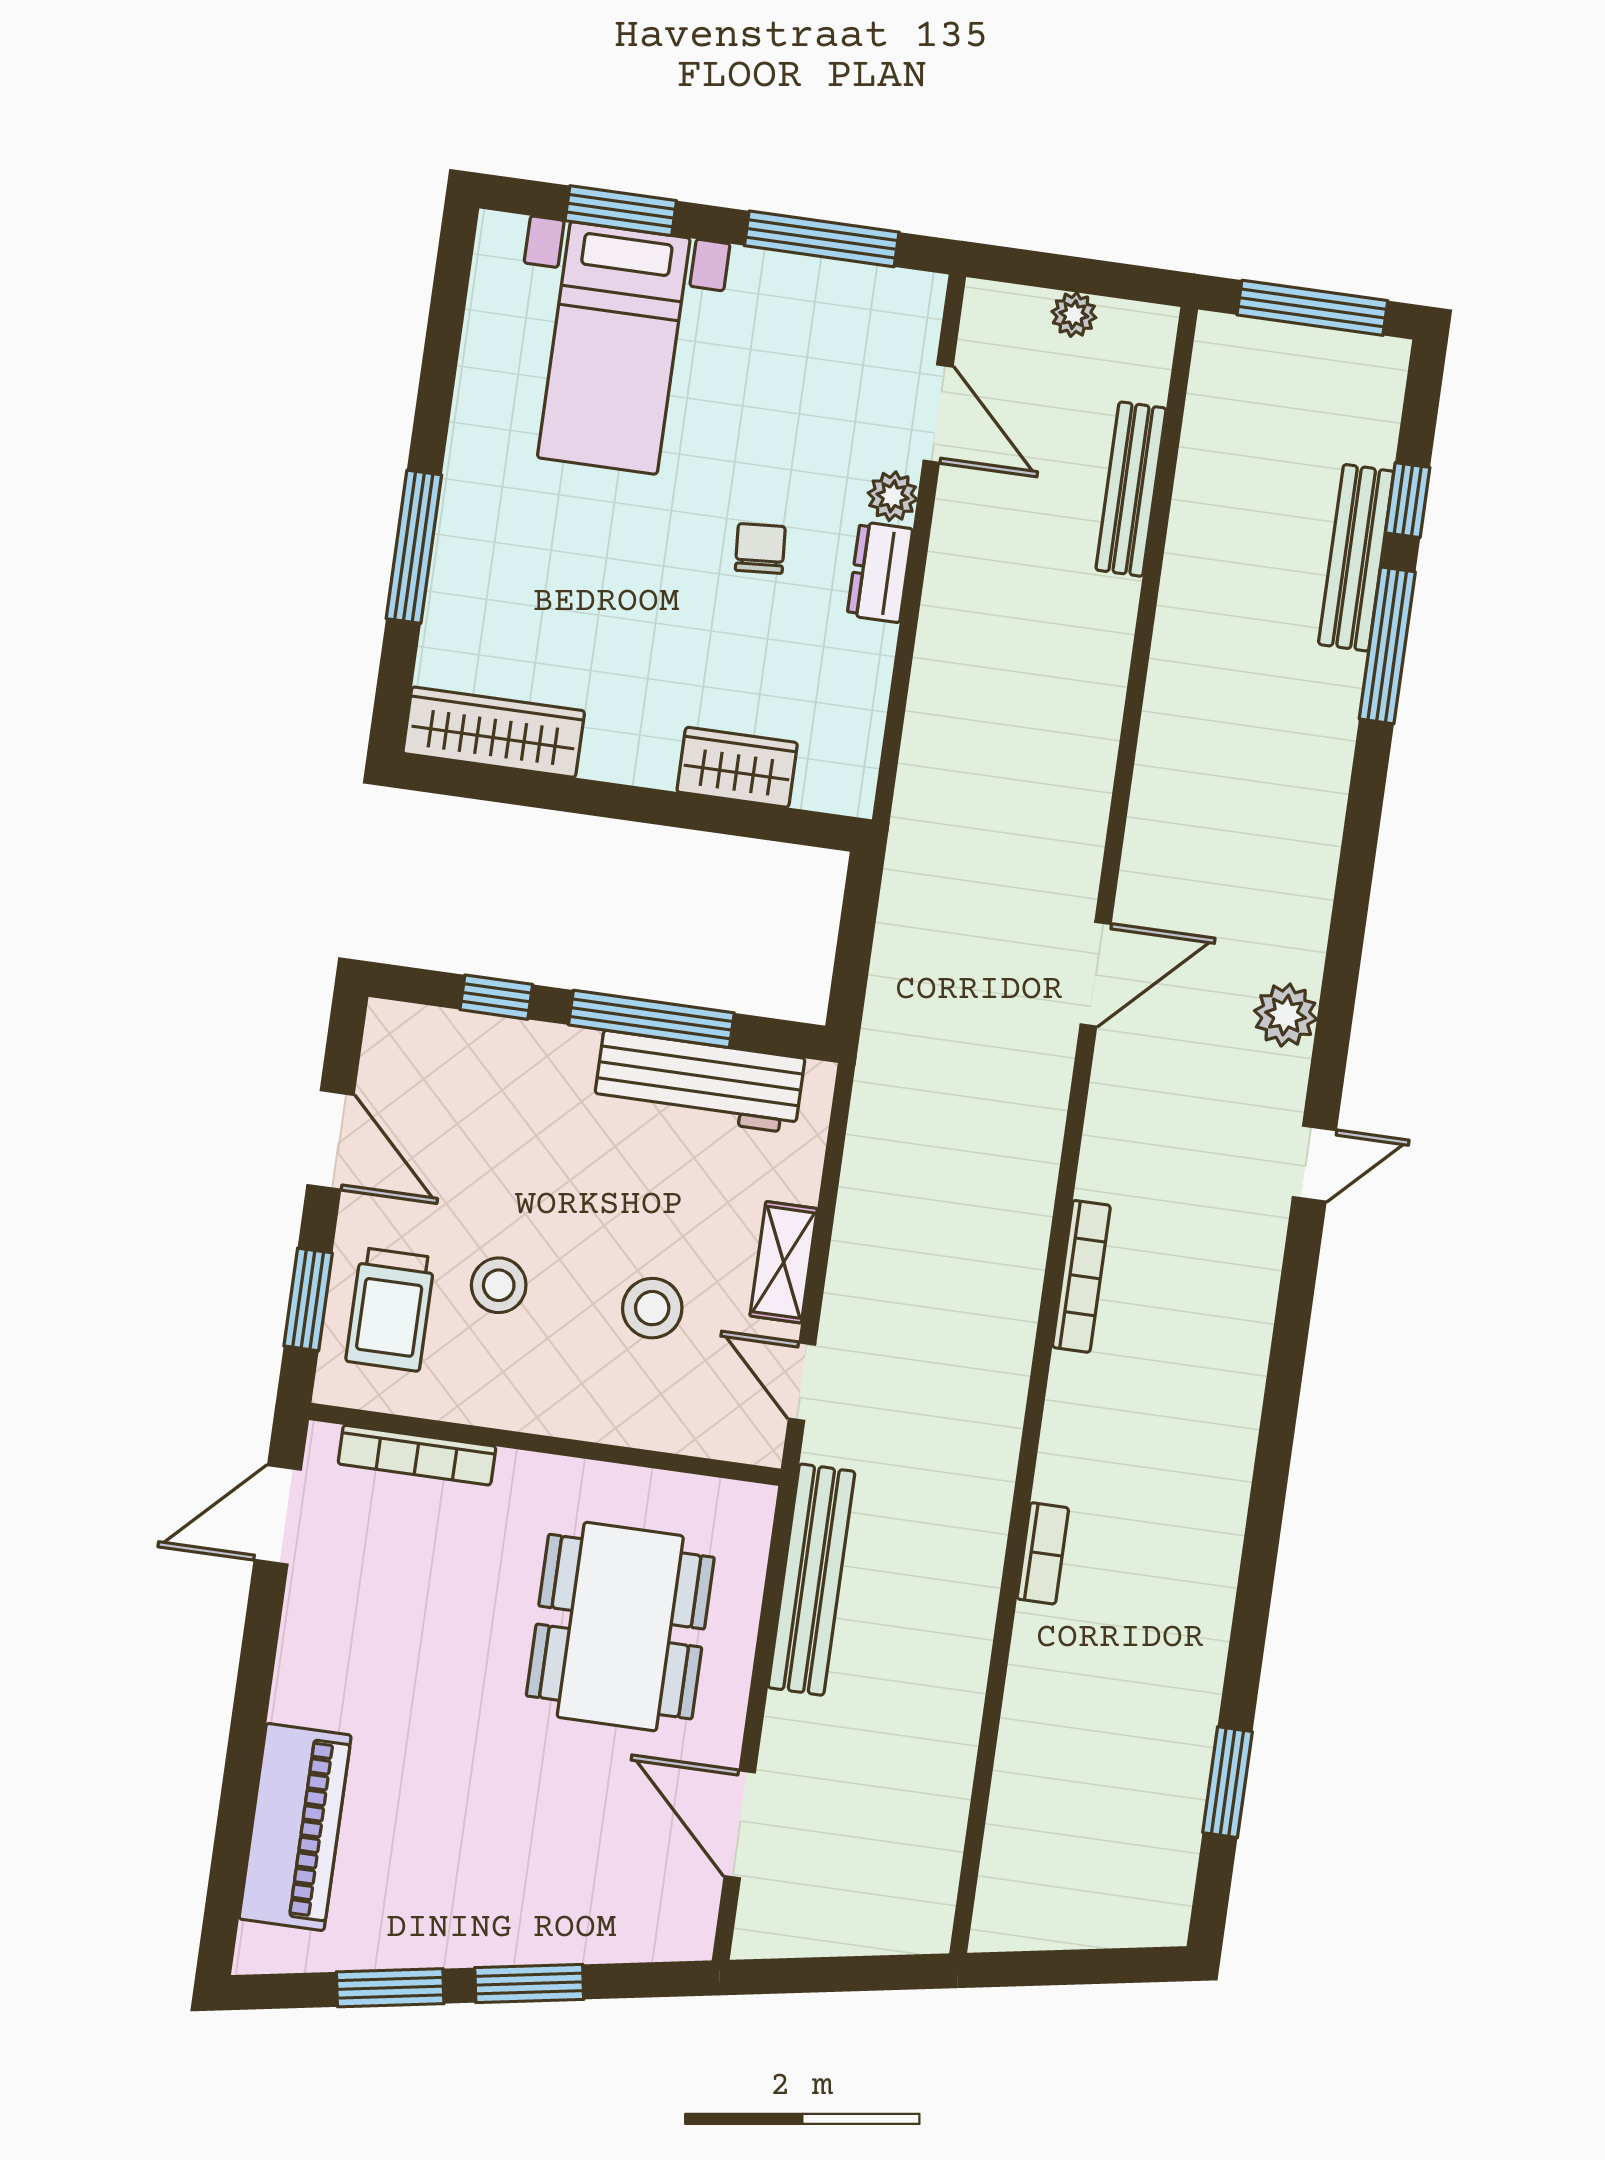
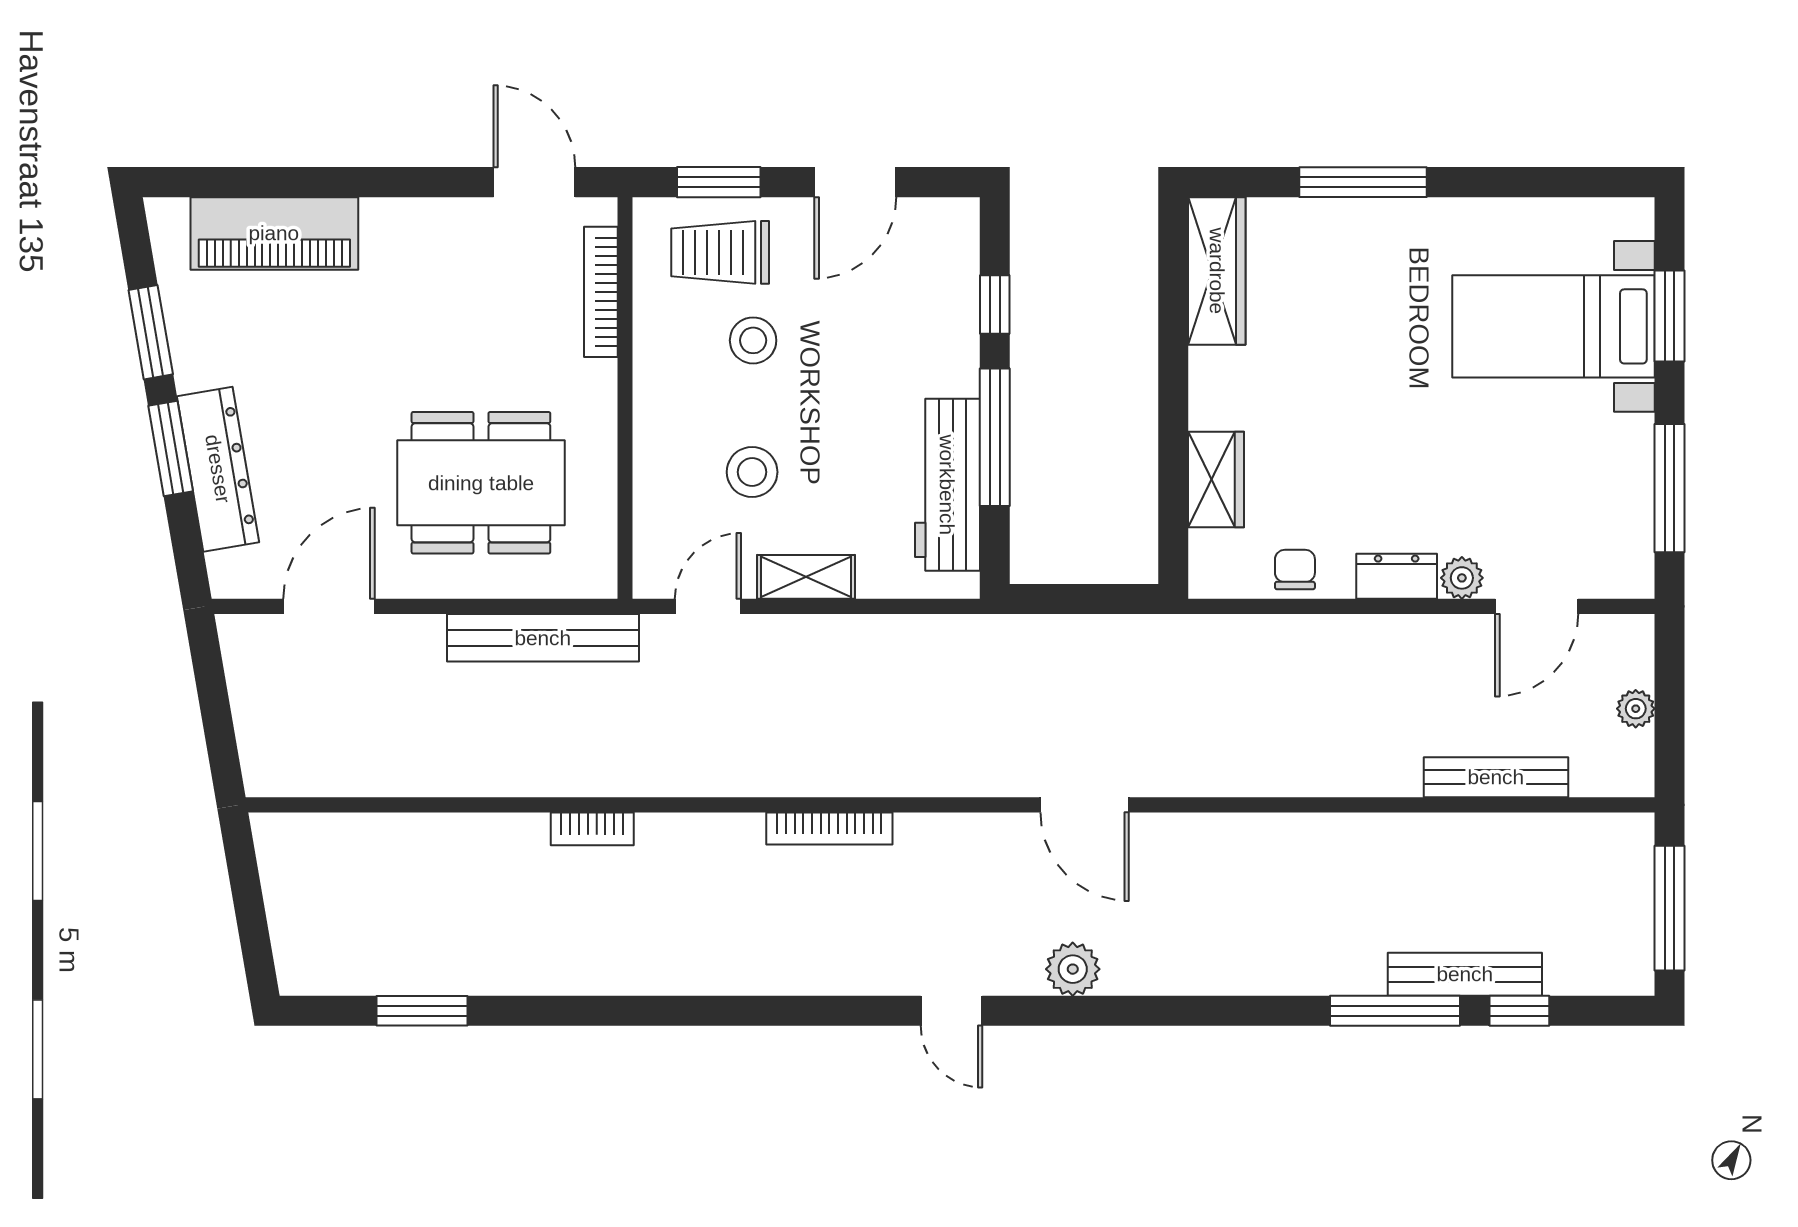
chair: (760, 548) -> (1295, 570), moved, turned -86
dresser: (561, 1932) -> (218, 469), added

